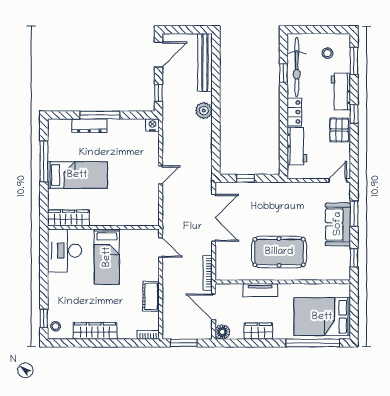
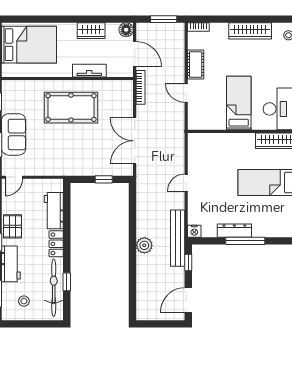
bench: (205, 62) -> (178, 238), moved
dresser: (89, 126) -> (234, 231), moved
door: (161, 247) -> (186, 93), moved
window: (313, 343) -> (38, 19), removed

